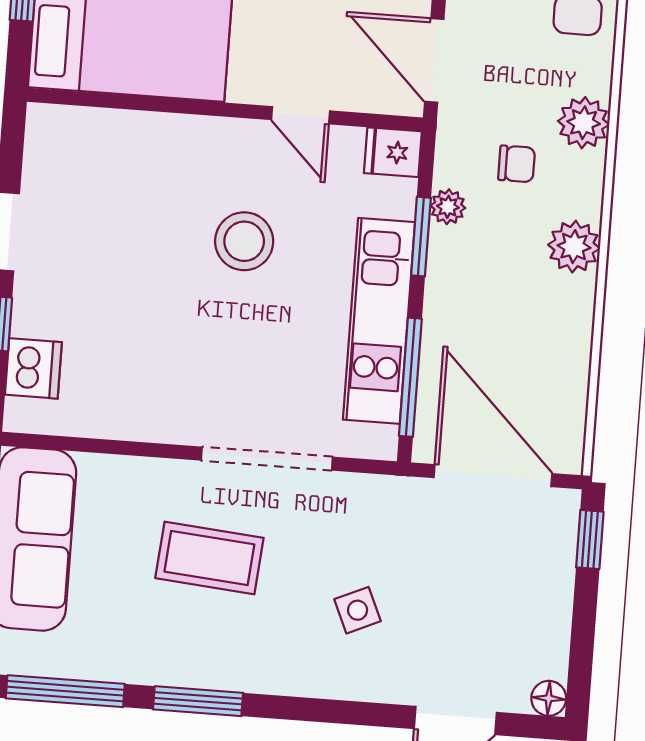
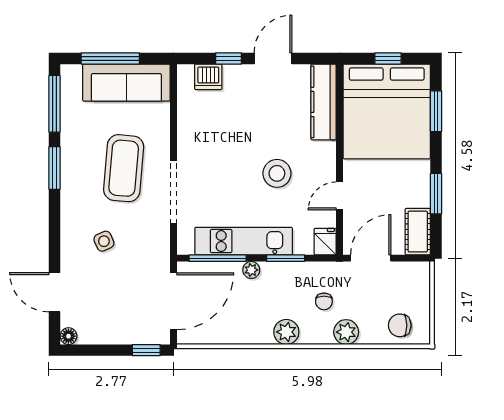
kitchen counter: (103, 134) -> (323, 102), added
plant: (448, 207) -> (251, 270), moved
coffee table: (209, 558) -> (124, 168), width x1.36, depth x1.32

